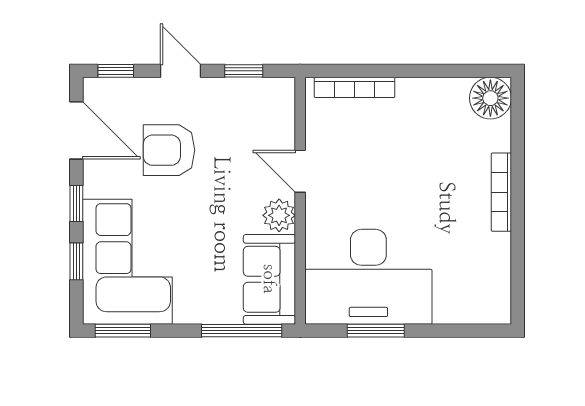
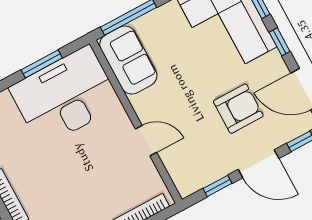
door: (181, 71) -> (258, 164), width x1.38
plant: (279, 215) -> (144, 105), removed

